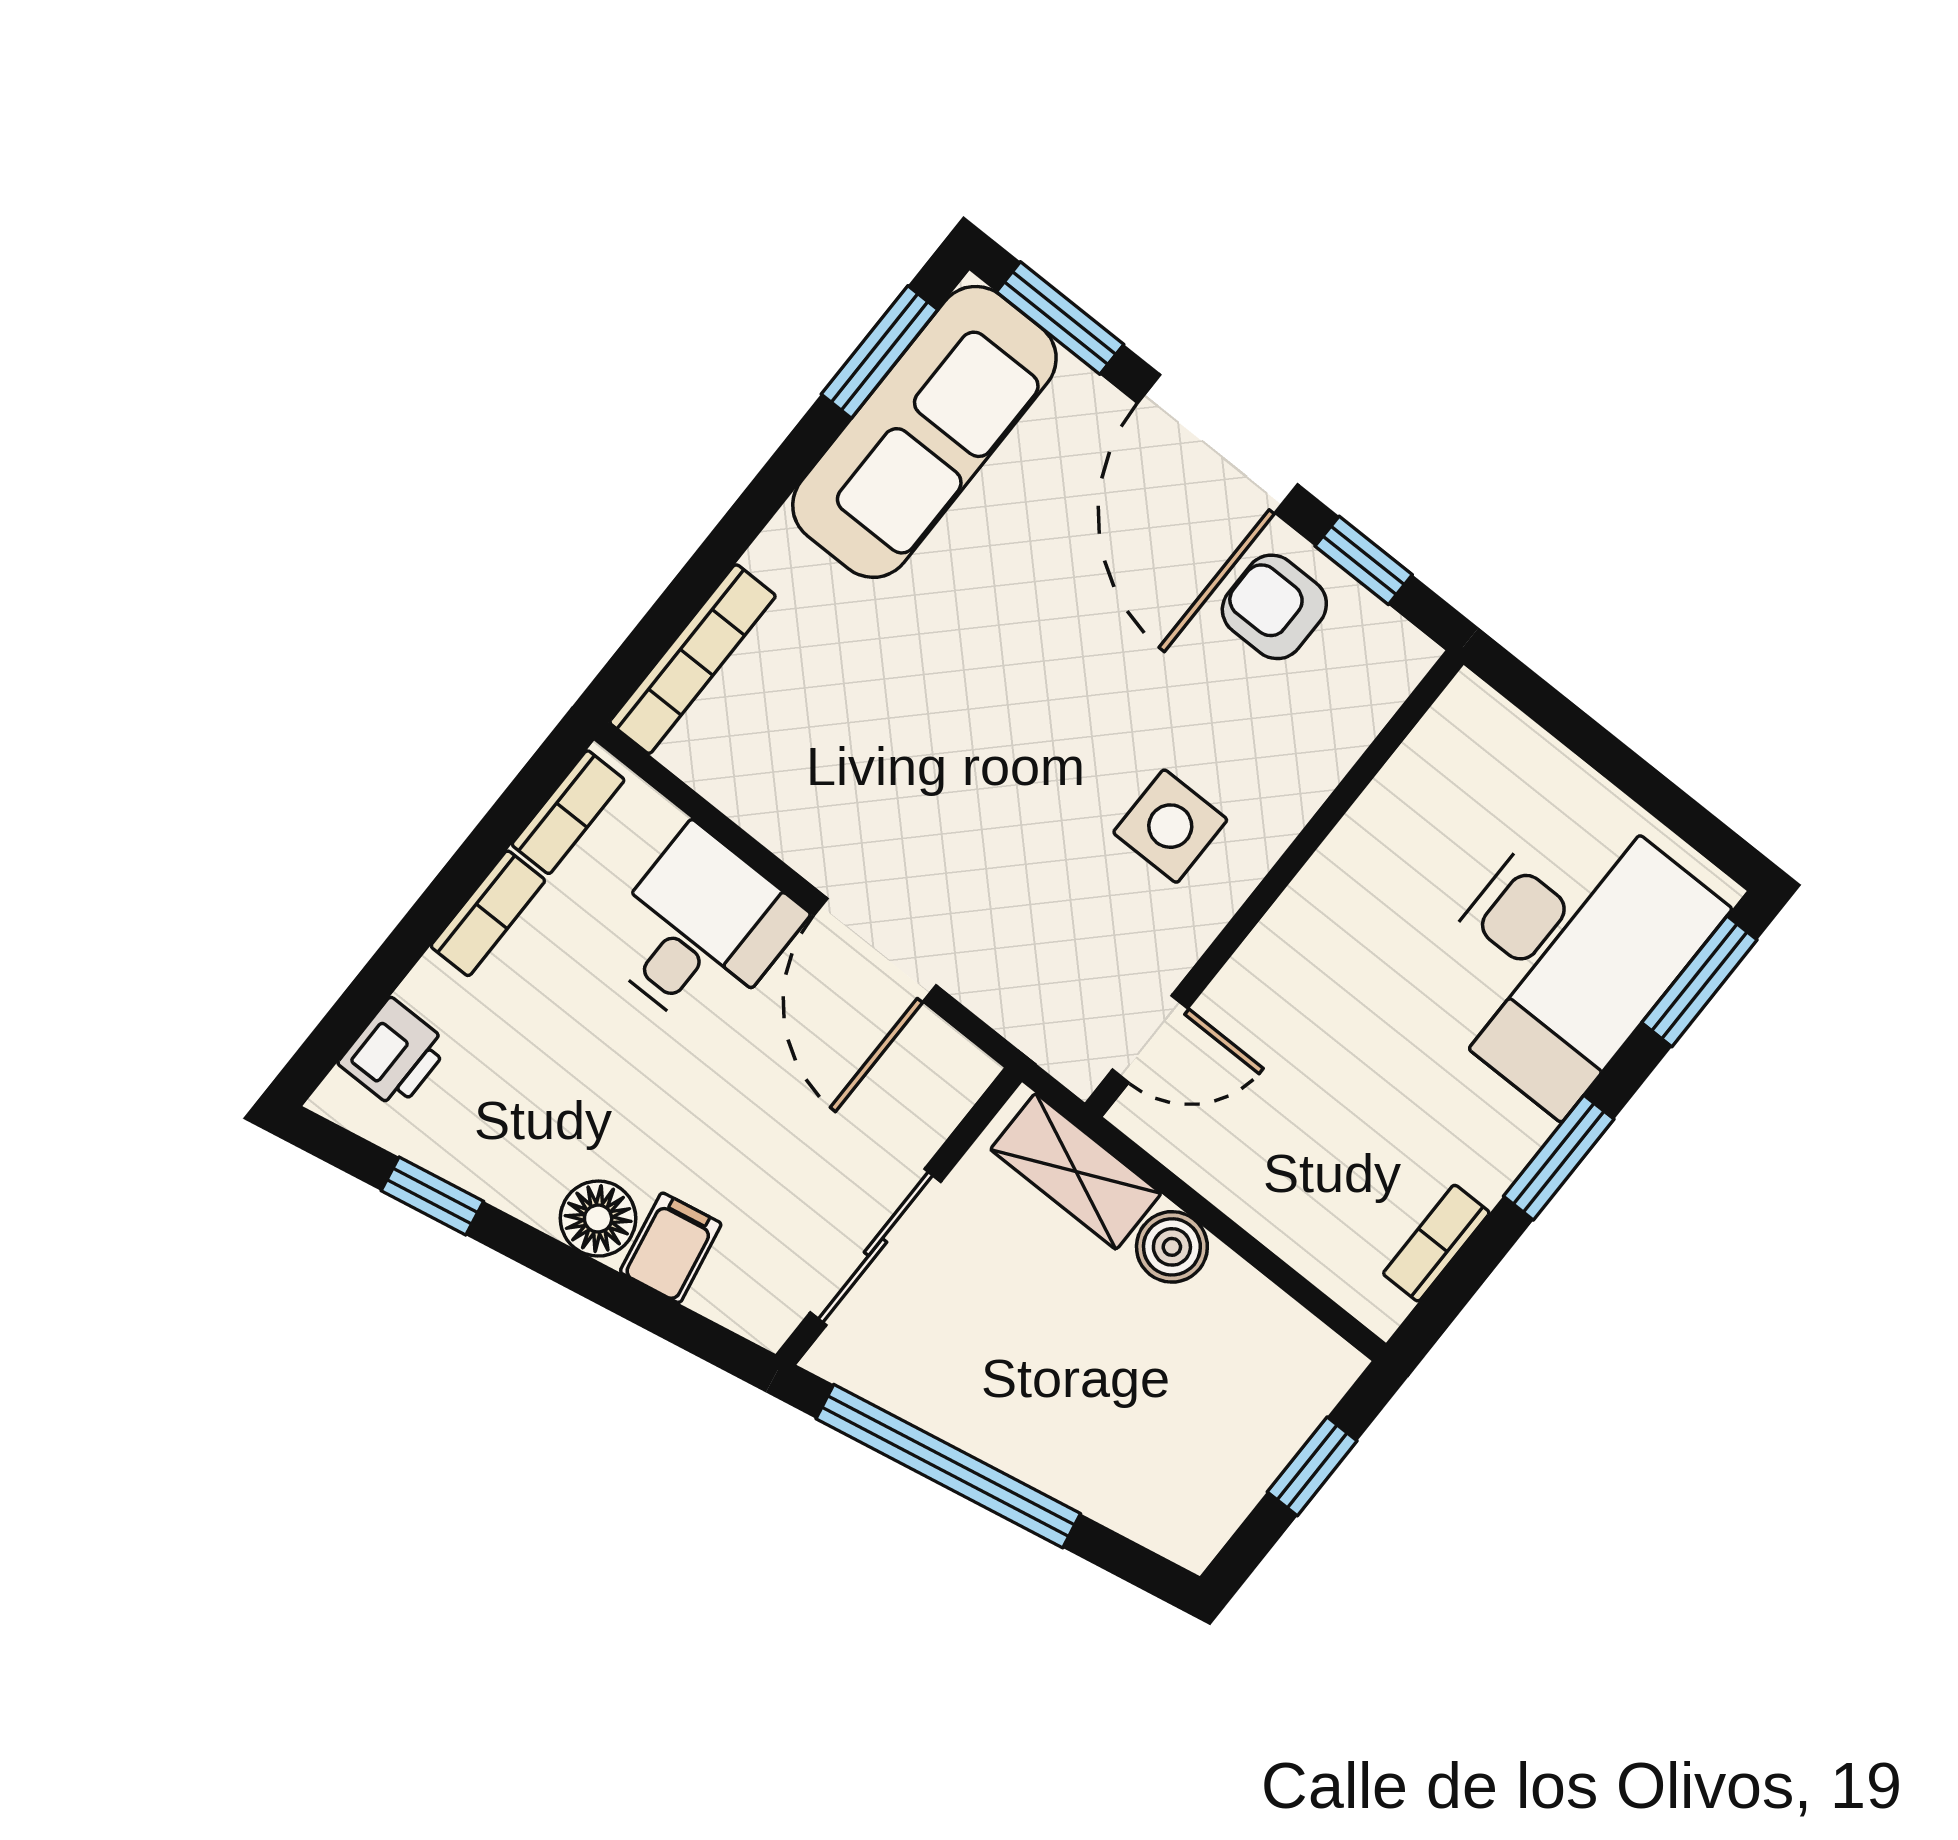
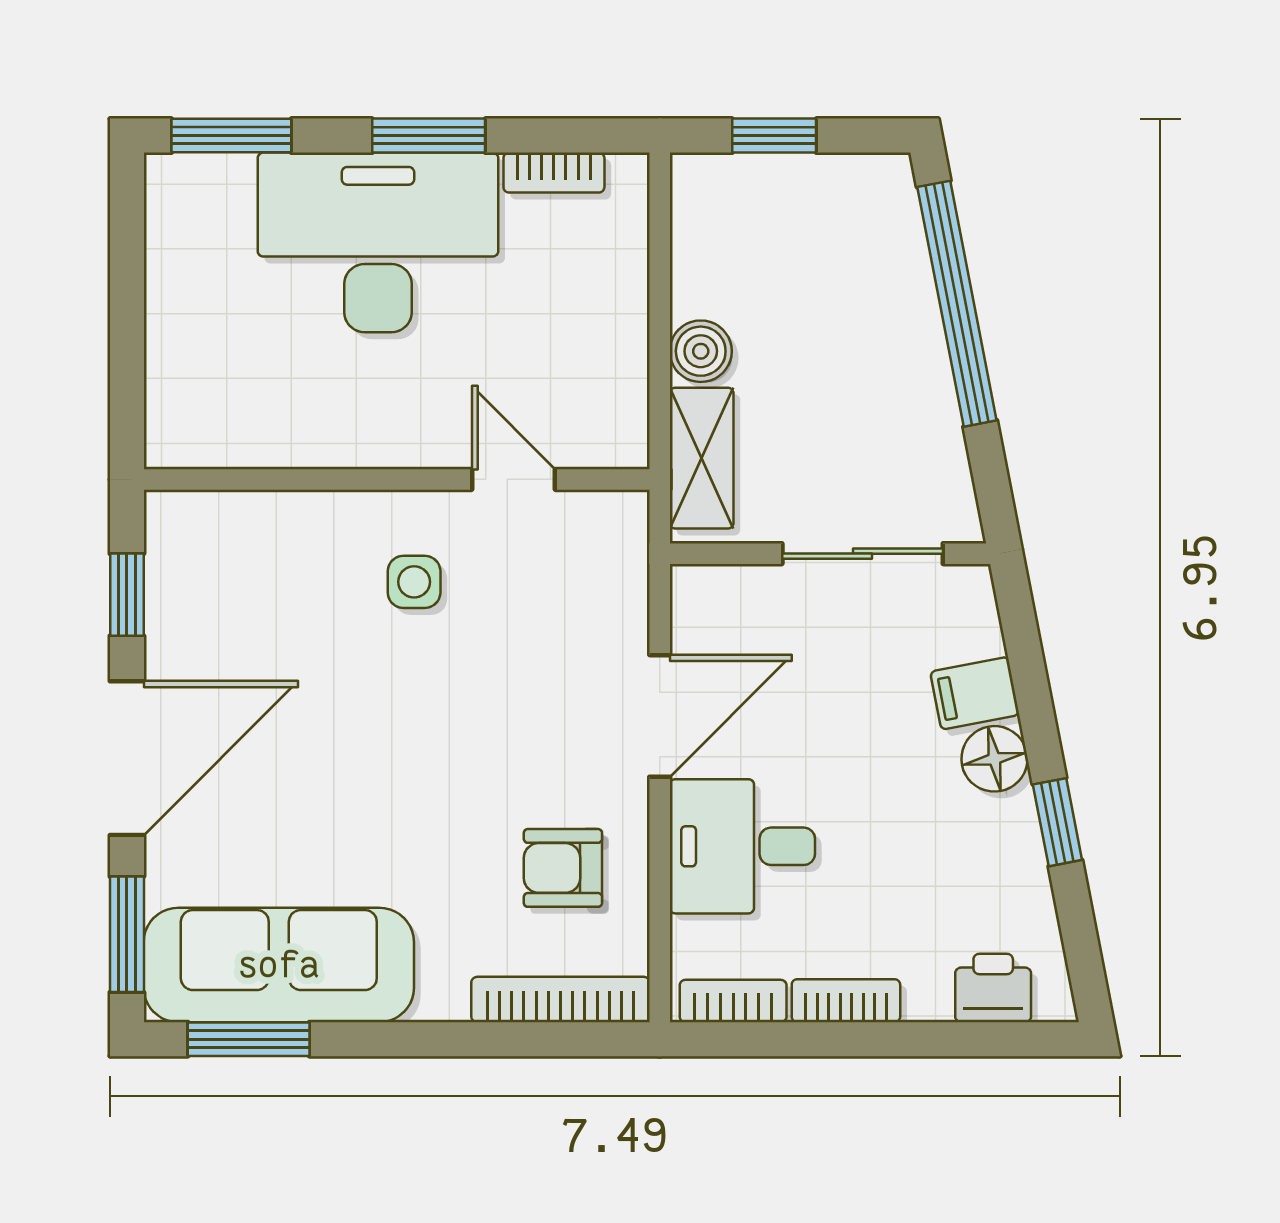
armchair: (1274, 607) -> (563, 868), moved, turned 90
side table: (1170, 826) -> (414, 582), width x0.73, depth x0.73
desk: (1567, 952) -> (378, 242), moved
door: (1150, 1039) -> (514, 479), moved
window: (432, 1196) -> (1057, 822), moved
window: (948, 1466) -> (957, 304), moved

